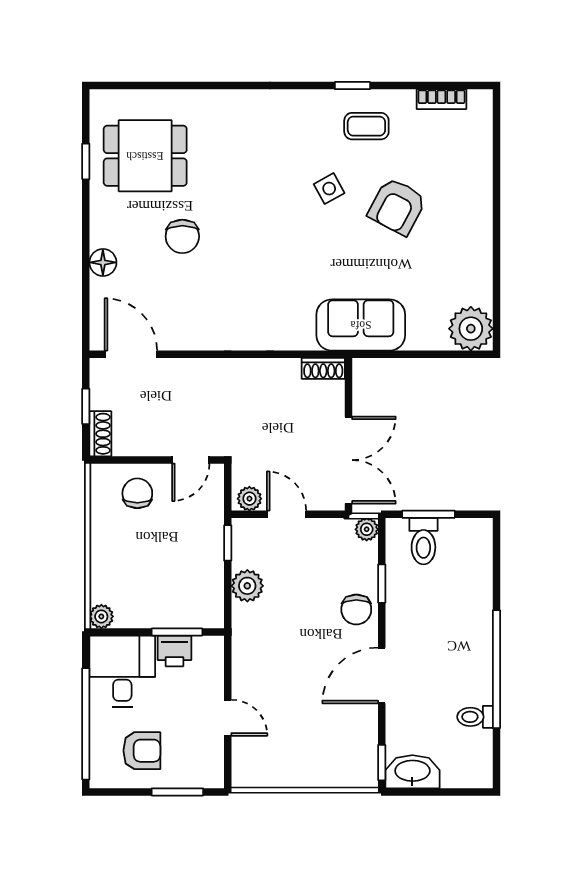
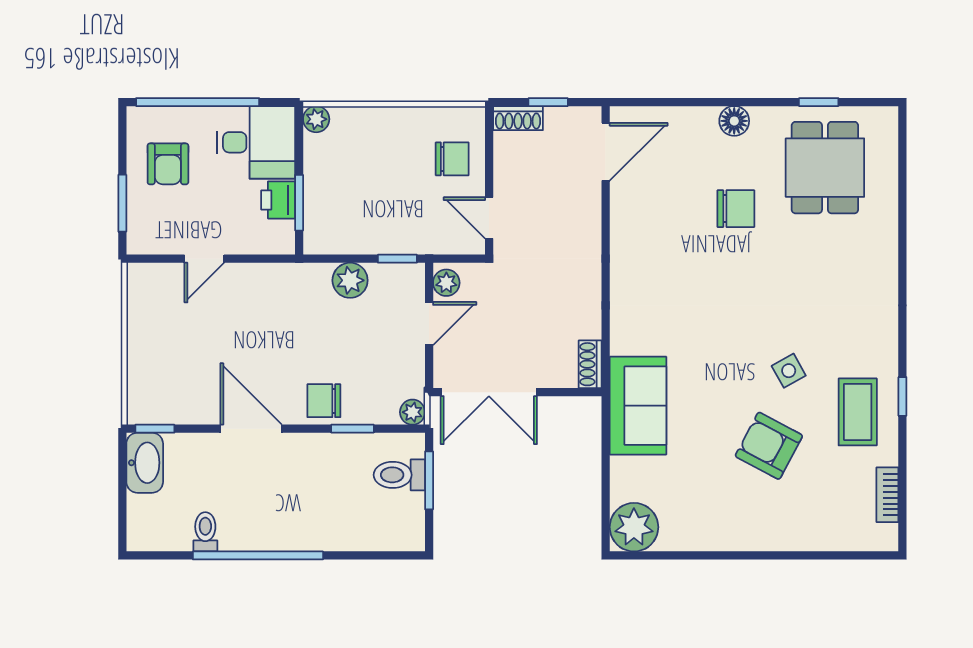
coffee table: (366, 126) -> (858, 412), width x1.36, depth x1.30
chair: (182, 236) -> (736, 209), turned 180
floor lamp: (103, 262) -> (734, 121), moved

